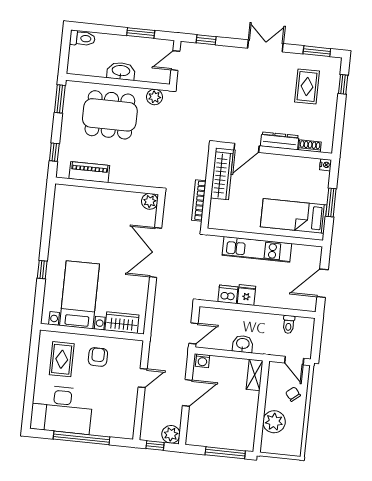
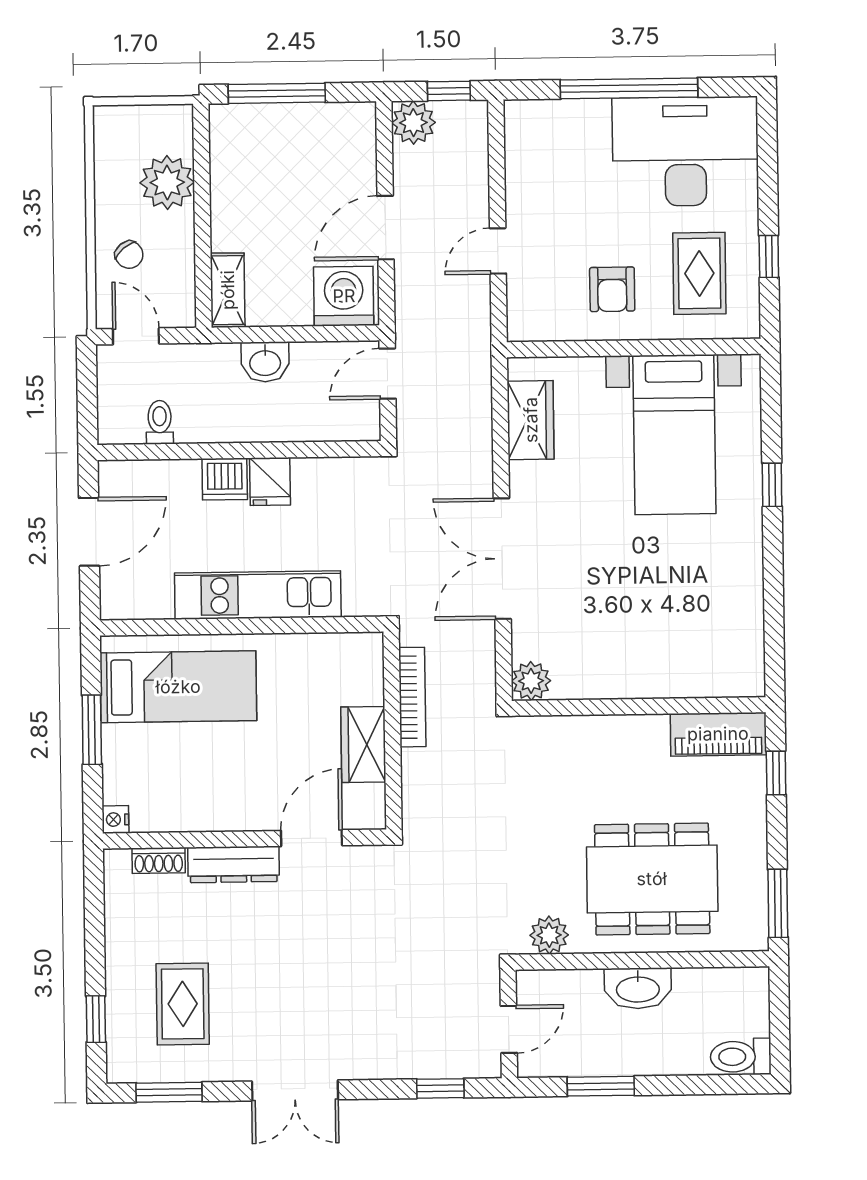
piano: (89, 172) -> (718, 734), moved
wardrobe: (222, 176) -> (363, 744), width x0.67
double door: (156, 253) -> (502, 559), swing flipped
dishwasher: (228, 294) -> (225, 479), moved
wardrobe: (122, 323) -> (531, 420), moved, turned -90
washing machine: (203, 361) -> (344, 296), width x1.89, depth x1.89
window: (33, 363) -> (769, 257), added

